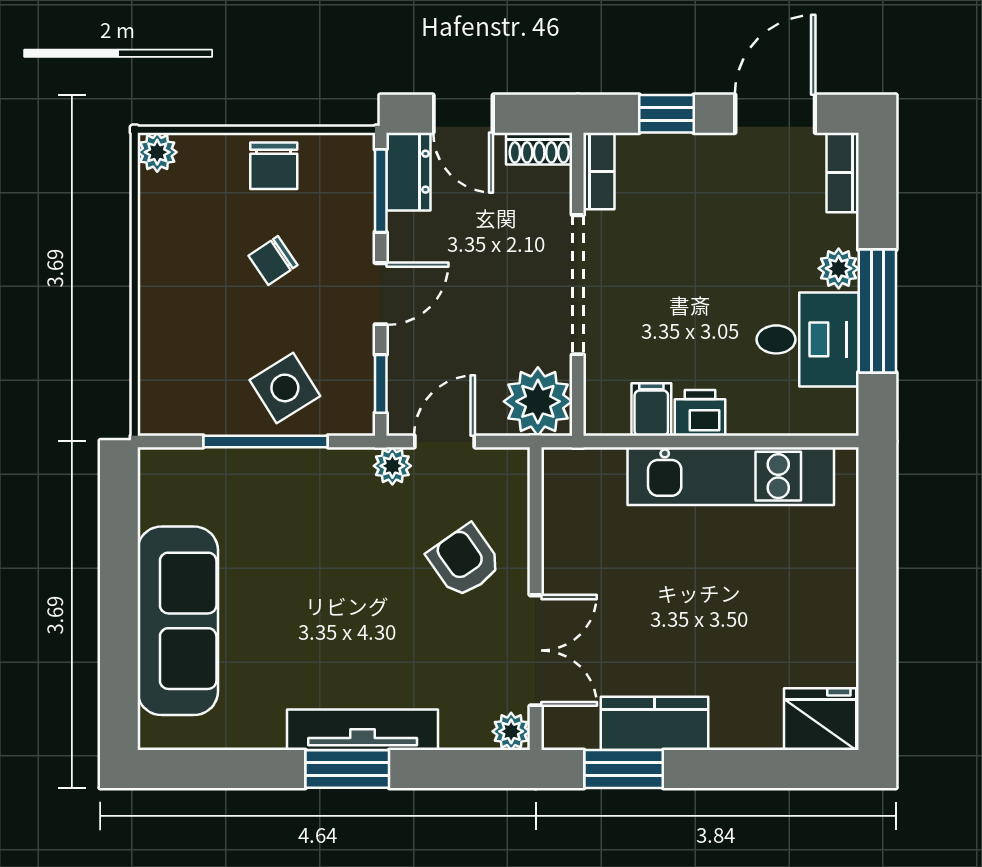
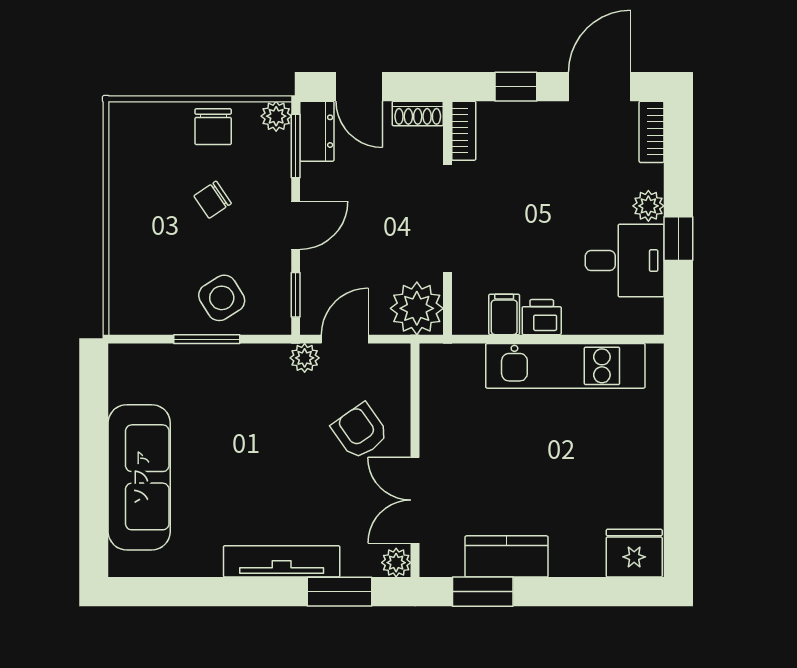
plant: (157, 152) -> (276, 116), moved
window: (877, 311) -> (678, 239), width x0.46
window: (265, 441) -> (207, 339), width x0.69
double door: (536, 650) -> (415, 500), swing flipped
window: (347, 769) -> (340, 592), moved

